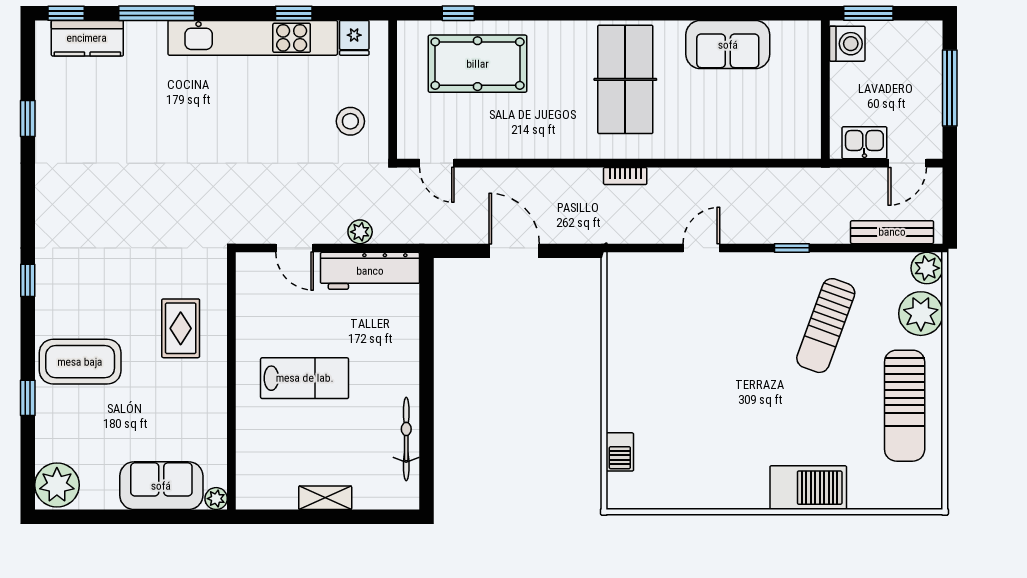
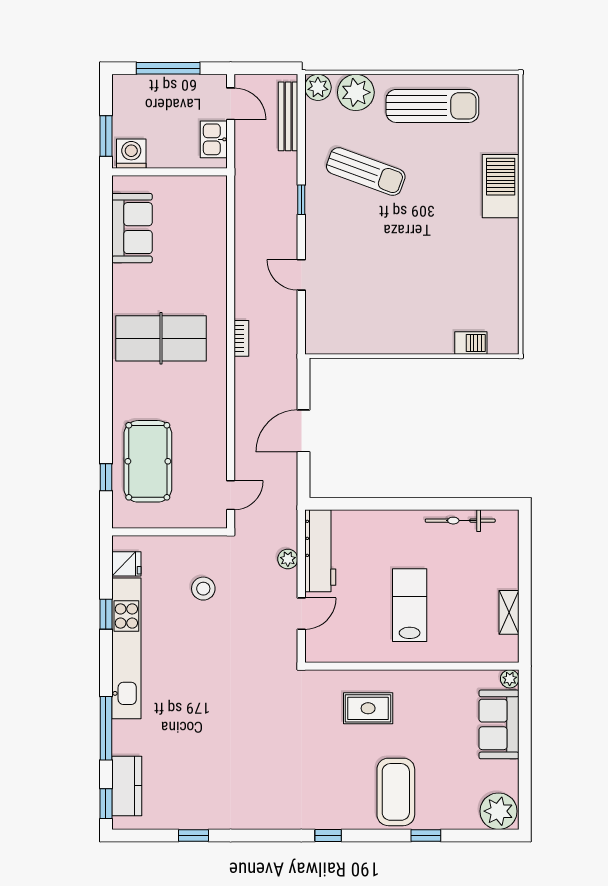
sofa: (728, 45) -> (132, 228), moved
stool: (350, 121) -> (203, 589), moved
shelving: (325, 498) -> (509, 612), moved

